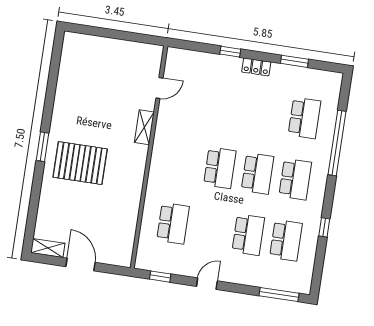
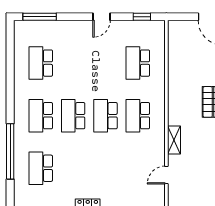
window: (324, 227) -> (10, 79), removed
school desk: (248, 235) -> (138, 116), moved

